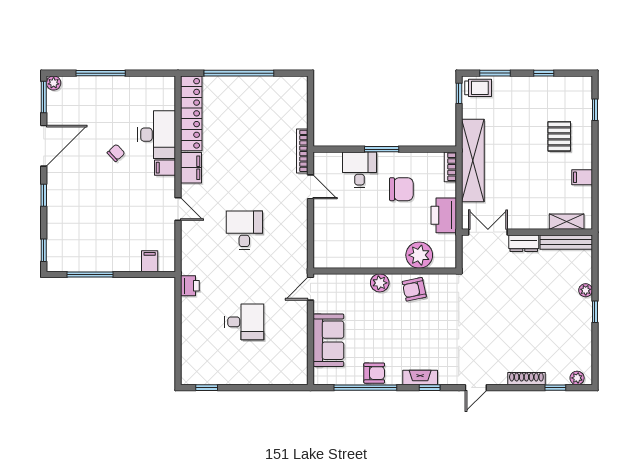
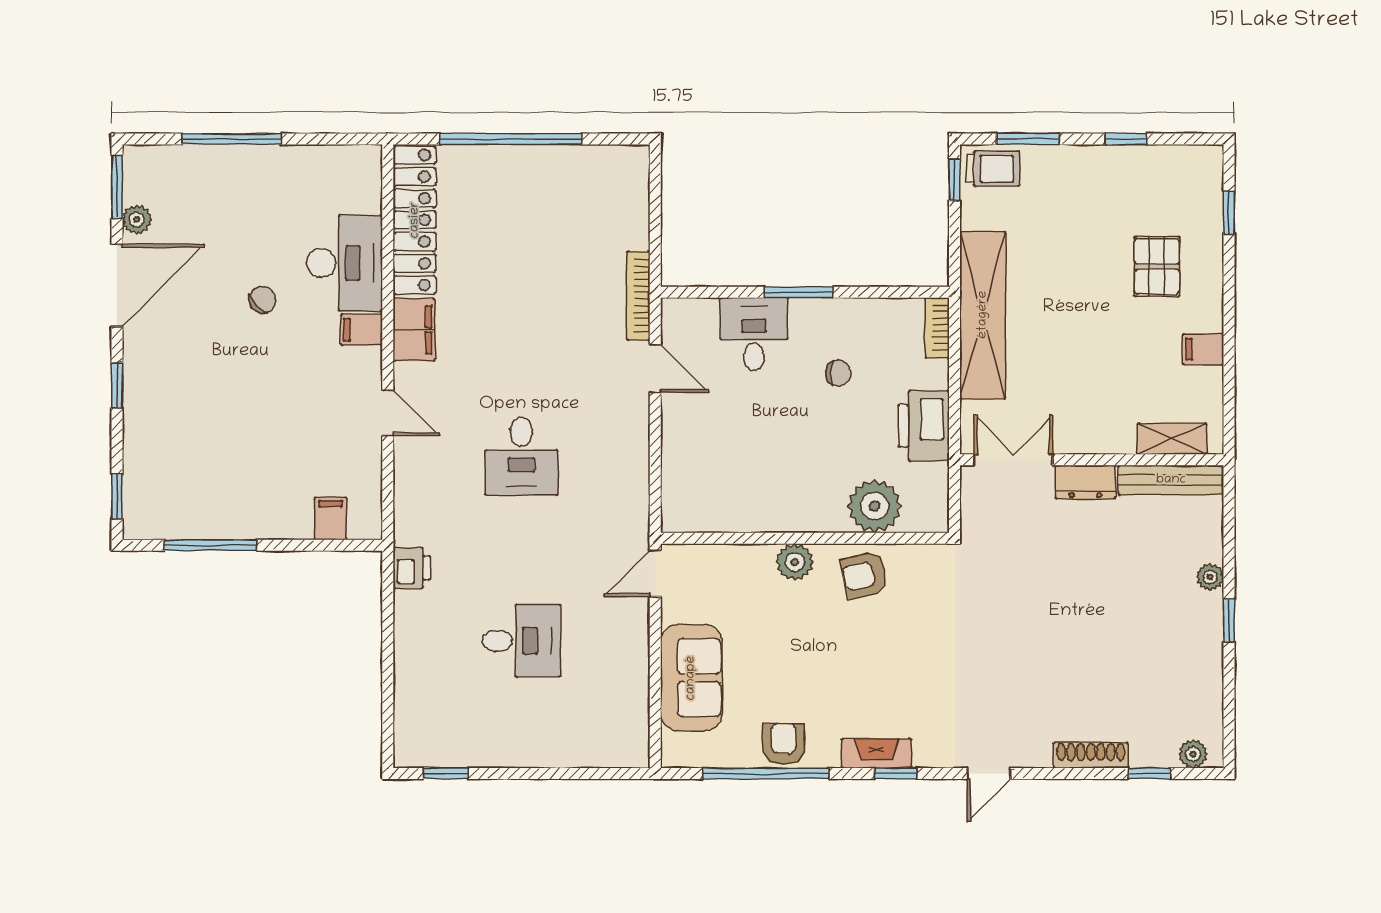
plant: (54, 83) -> (137, 220), moved
chair: (401, 189) -> (838, 373), width x0.54, depth x0.54
desk: (244, 230) -> (521, 456), turned 180
armchair: (374, 373) -> (784, 744), turned -90

